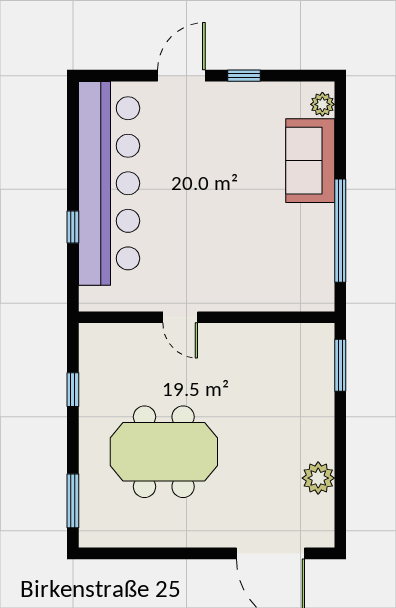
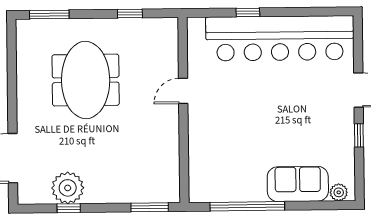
window: (340, 477) -> (69, 208), added
plant: (318, 478) -> (68, 188), width x1.36, depth x1.36

